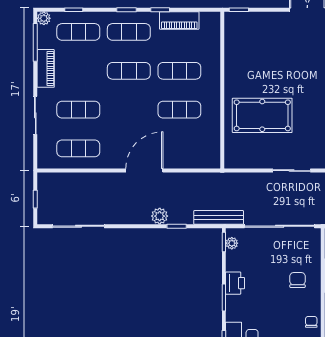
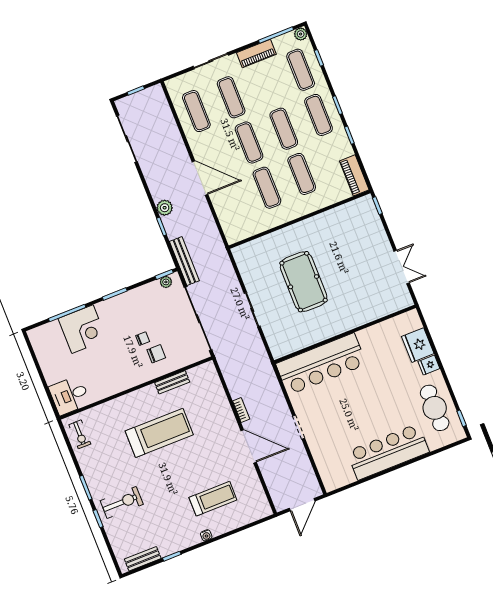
piano: (179, 20) -> (354, 175), moved
exercise mat: (129, 110) -> (249, 142), added
pool table: (262, 115) -> (304, 282), moved
printer: (235, 283) -> (131, 299), removed
chair: (311, 322) -> (143, 339), moved

